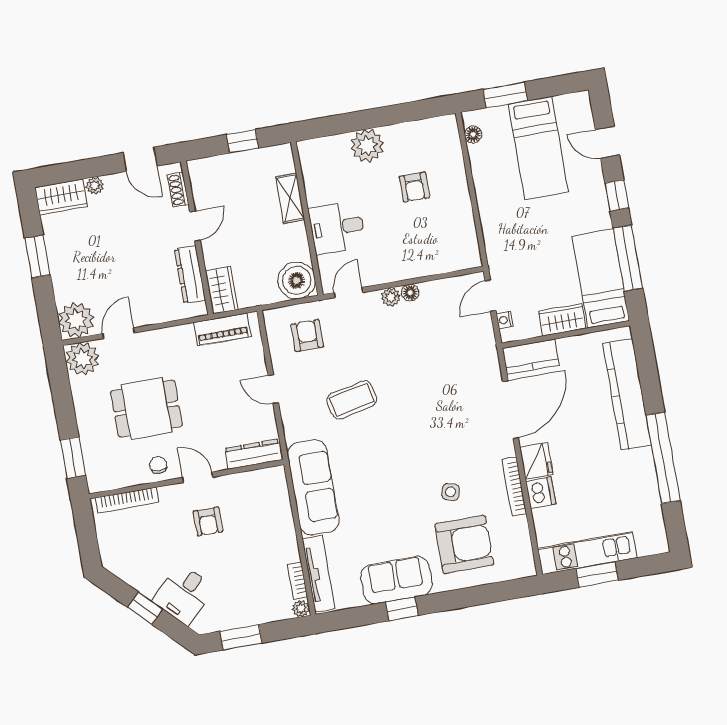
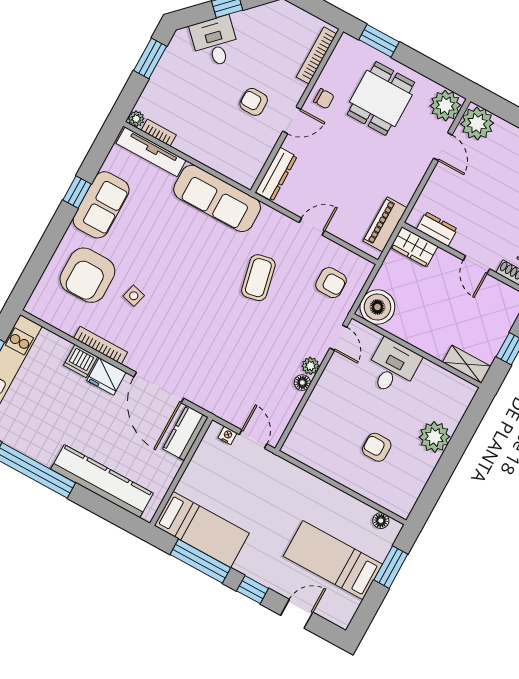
shelving: (290, 198) -> (467, 364), moved
dresser: (190, 275) -> (437, 229), width x0.70
wardrobe: (562, 320) -> (194, 477), removed
dining table: (146, 409) -> (381, 98), moved

